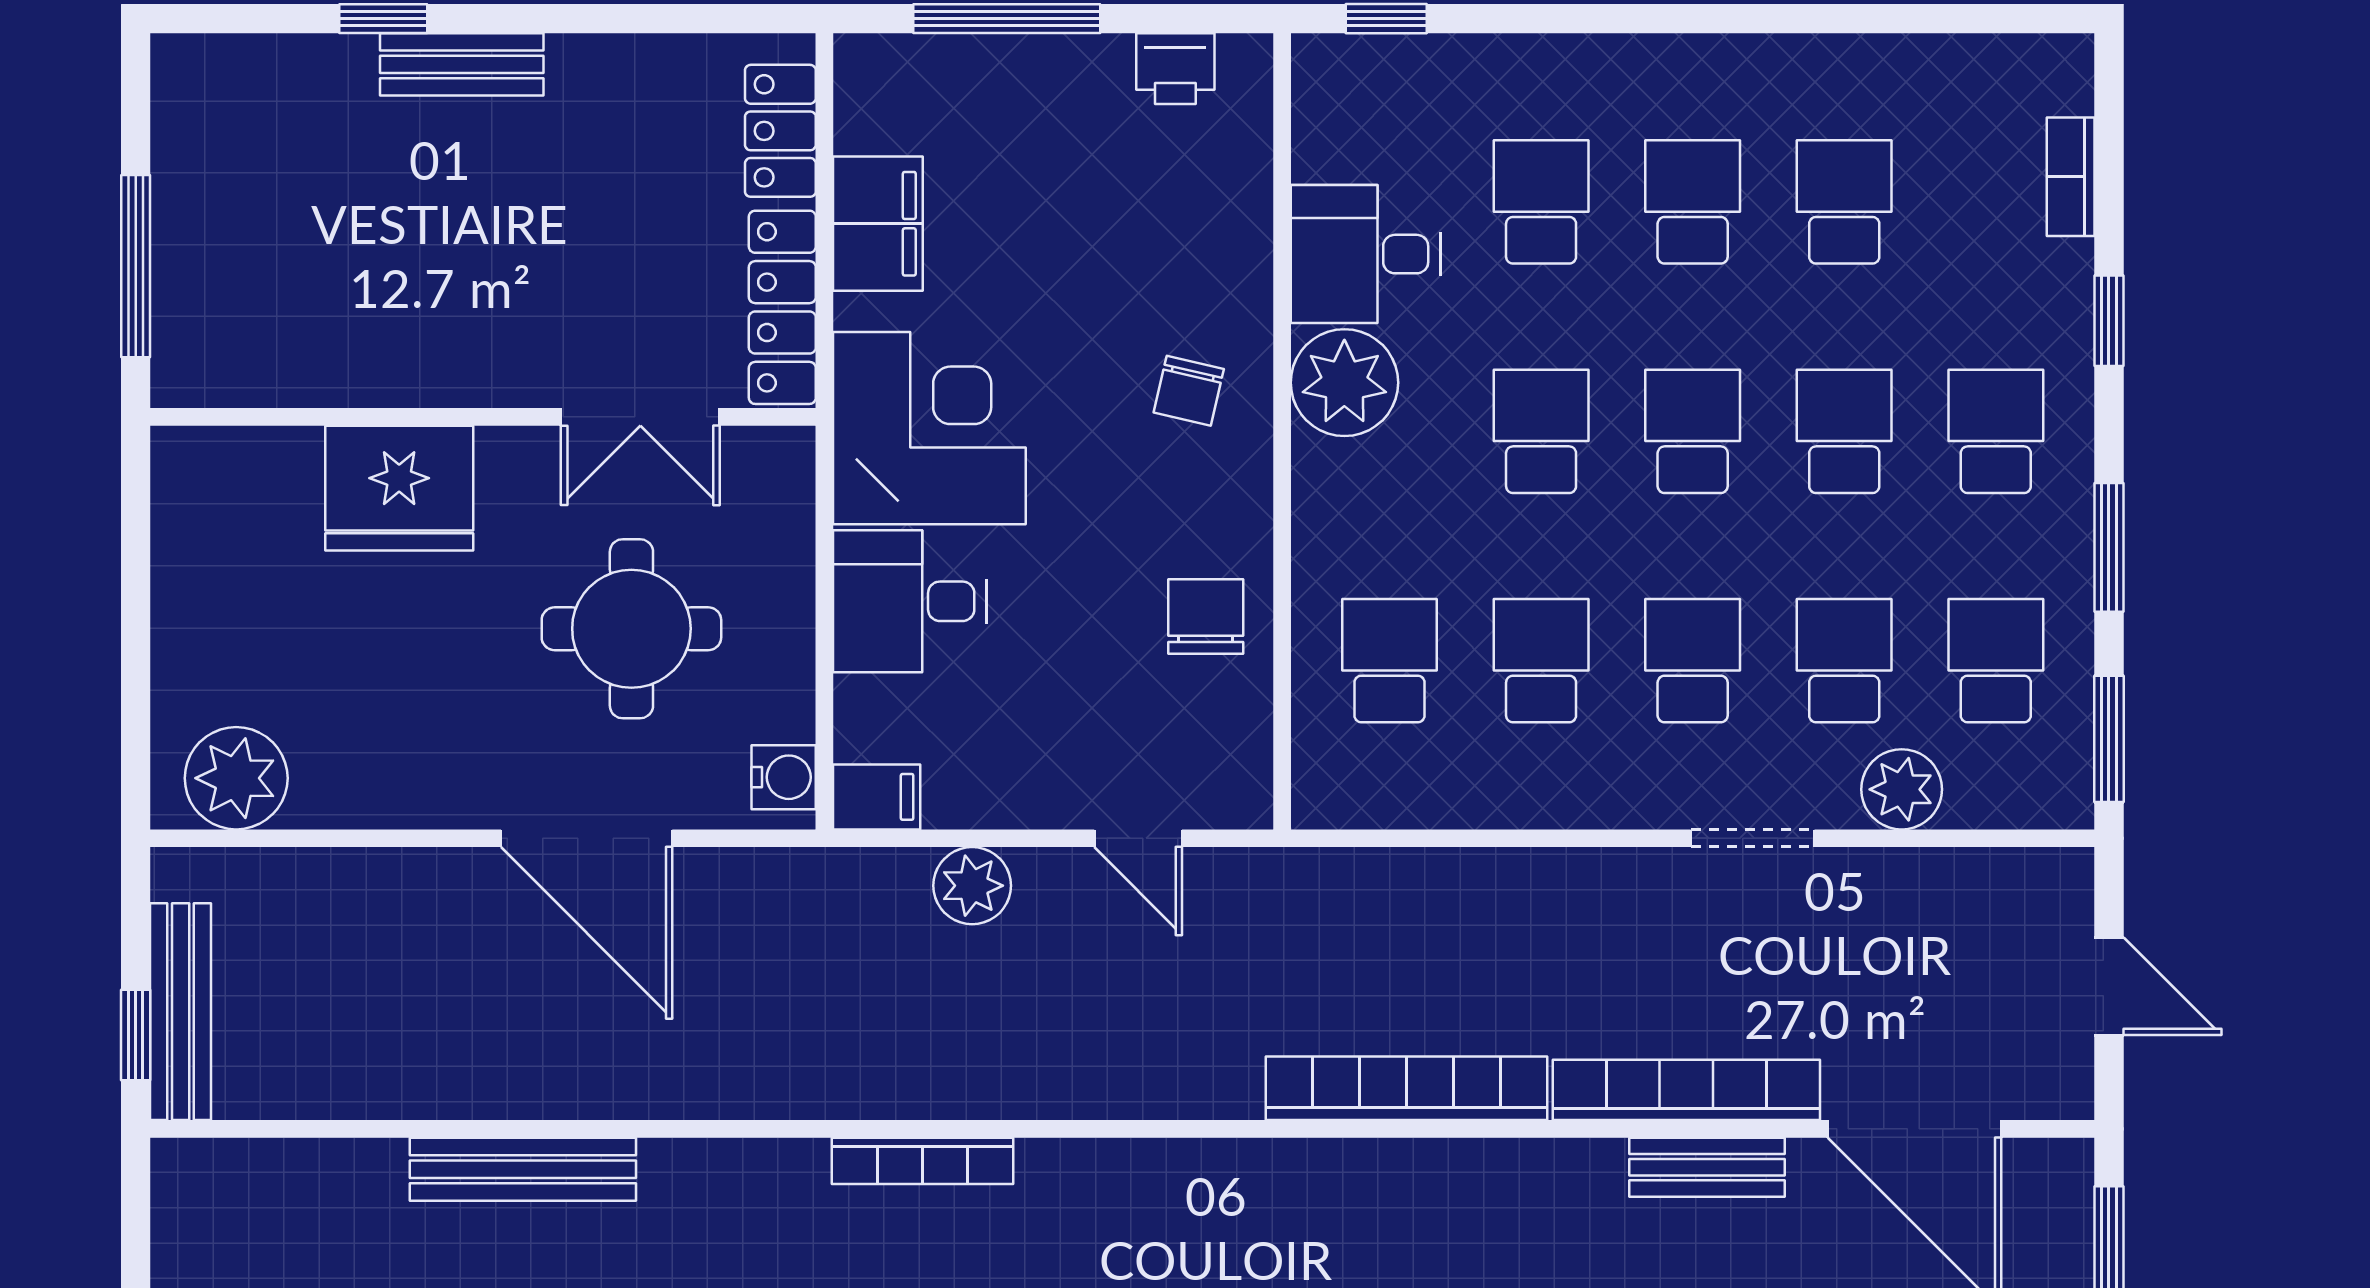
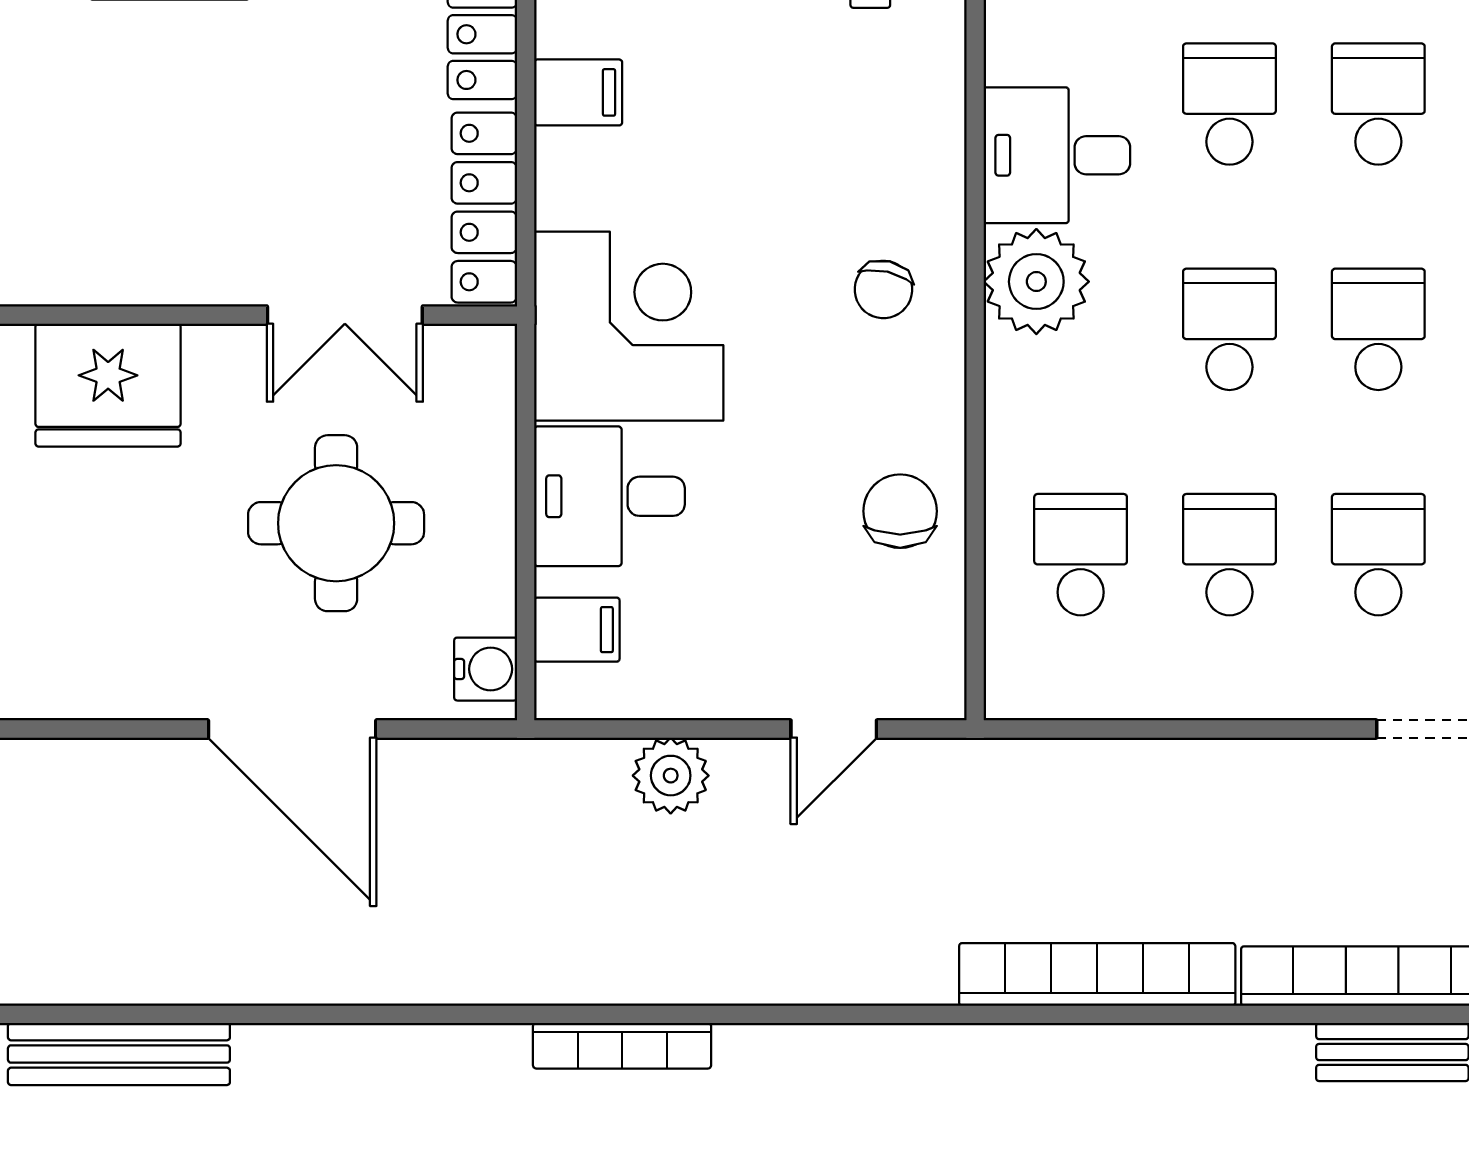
filing cabinet: (878, 224) -> (578, 92), width x0.50
filing cabinet: (877, 797) -> (577, 630), moved
door: (1138, 838) -> (834, 729), hinge flipped
bench: (523, 1169) -> (119, 1054), moved

